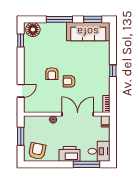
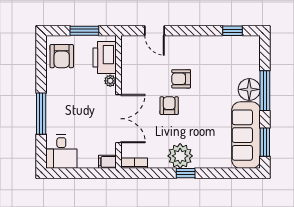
floor lamp: (33, 30) -> (249, 89), moved
plant: (102, 74) -> (180, 156), added
armchair: (37, 151) -> (62, 56), turned 78
printer: (70, 154) -> (105, 58), moved, turned 180
window: (86, 164) -> (41, 114), moved

